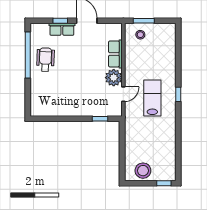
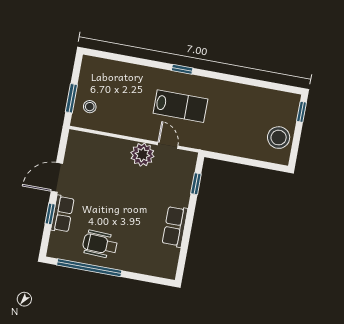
row of seats: (115, 54) -> (175, 226), moved, turned 90
lab bench: (152, 98) -> (180, 106), turned 180

